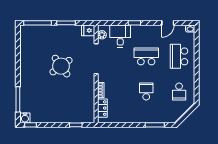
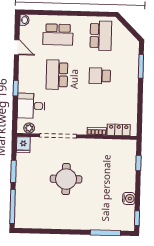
round table: (61, 66) -> (66, 179), turned 36
school desk: (179, 92) -> (101, 36), width x1.85
water cooler: (25, 118) -> (129, 198), moved

